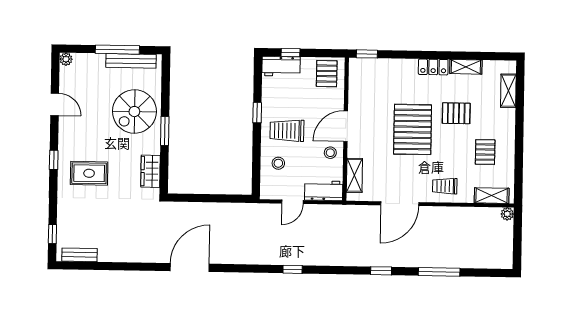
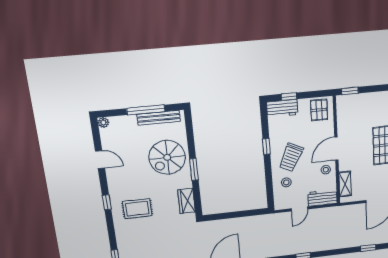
trolley: (287, 131) -> (291, 157), turned -64

